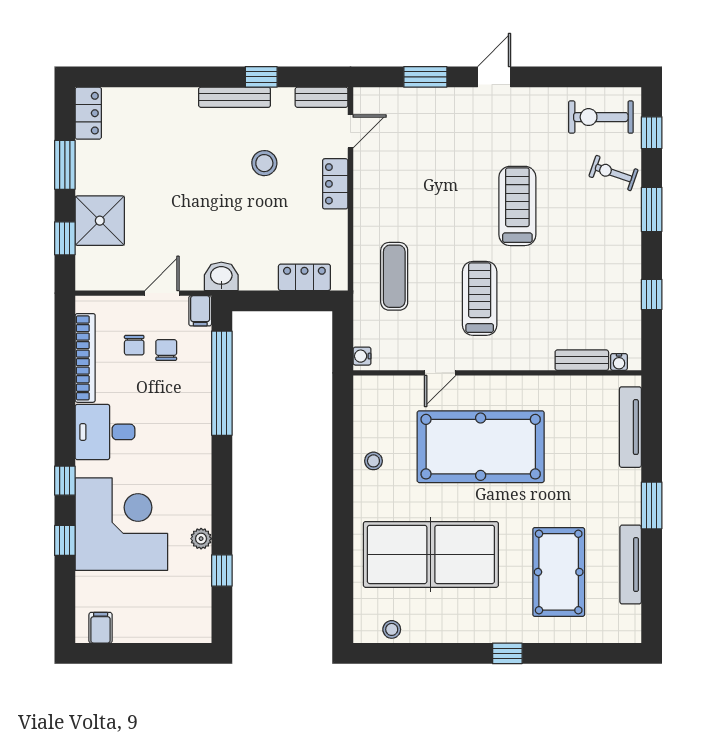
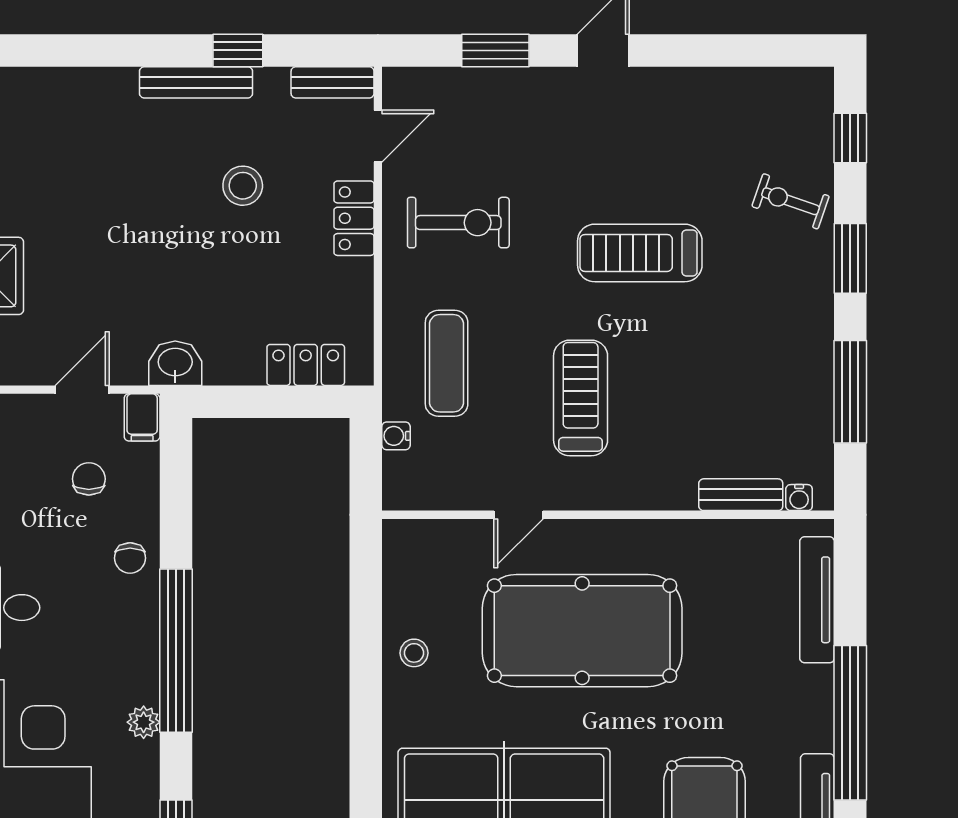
exercise bike: (601, 117) -> (458, 223), moved, turned 180
treadmill: (517, 206) -> (640, 253), turned -90
window: (652, 294) -> (850, 392), width x2.17
chair: (134, 345) -> (130, 558), moved
water cooler: (362, 356) -> (396, 436), moved
window: (222, 383) -> (176, 651), moved
window: (652, 505) -> (850, 723), width x2.11
plant: (201, 539) -> (144, 722), moved

